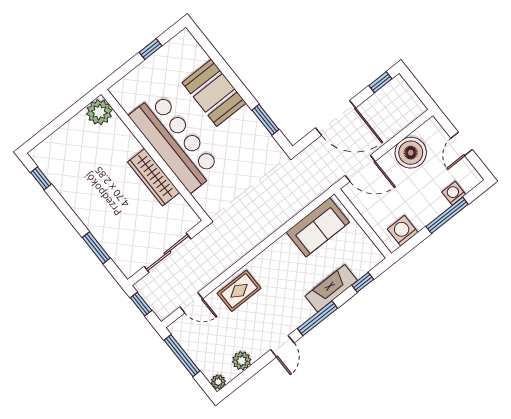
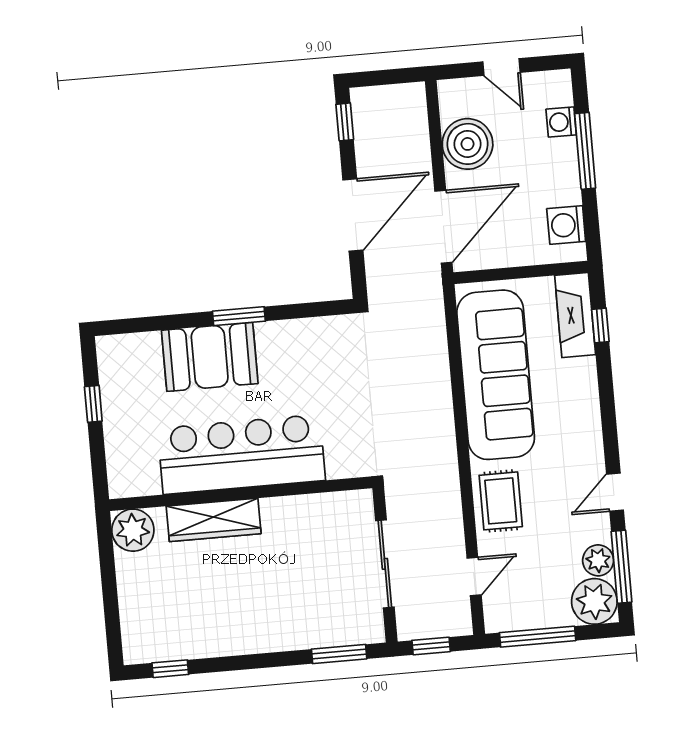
window: (265, 120) -> (239, 316), moved
door: (360, 168) -> (443, 227), width x1.36
wardrobe: (154, 177) -> (214, 520), moved
sofa: (318, 227) -> (496, 375), width x1.85, depth x1.27
window: (96, 248) -> (339, 654), moved
fireplace: (331, 288) -> (575, 315), moved
window: (318, 318) -> (622, 567), moved
door: (282, 346) -> (615, 492), swing flipped
plant: (218, 382) -> (594, 601), width x1.87, depth x1.87

